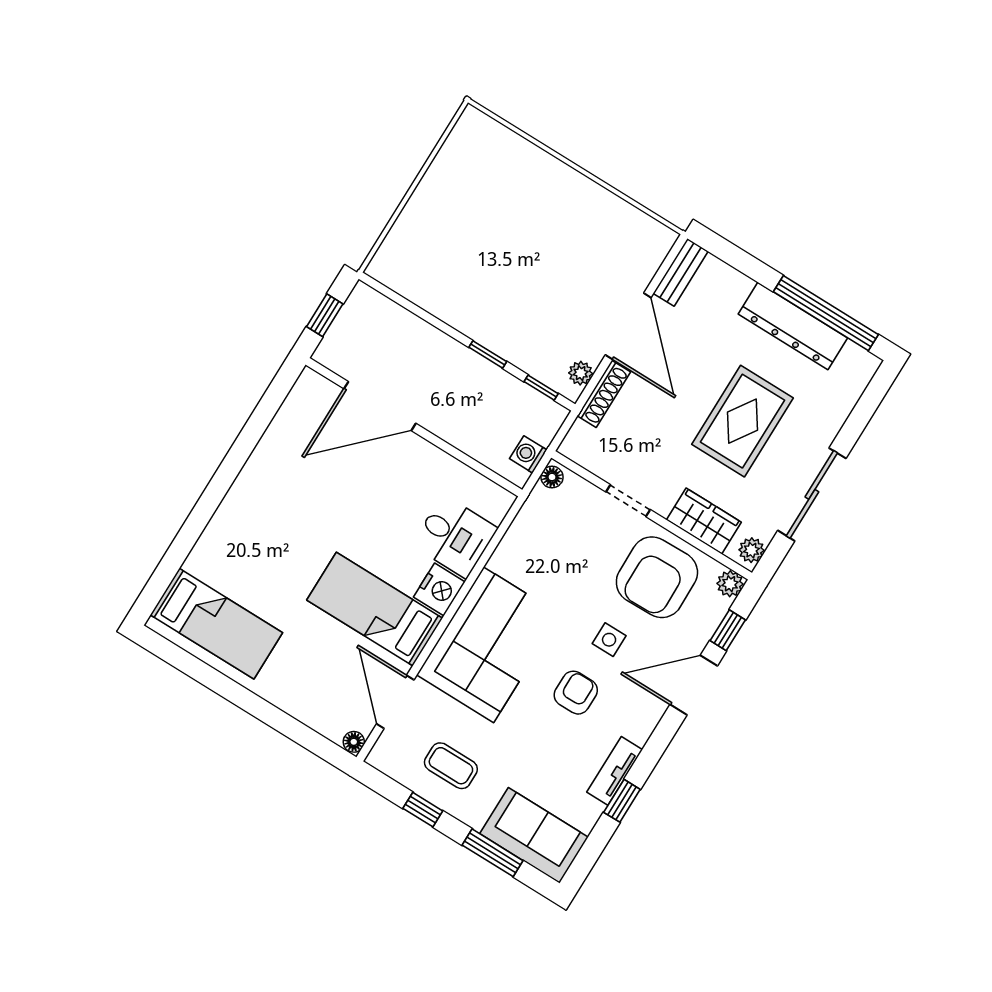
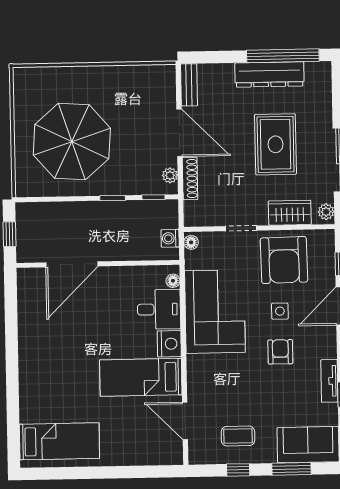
parasol: (482, 248) -> (72, 142), added
plant: (730, 584) -> (326, 238), removed
corner sofa: (489, 645) -> (215, 312), moved
floor lamp: (354, 742) -> (173, 281), moved

